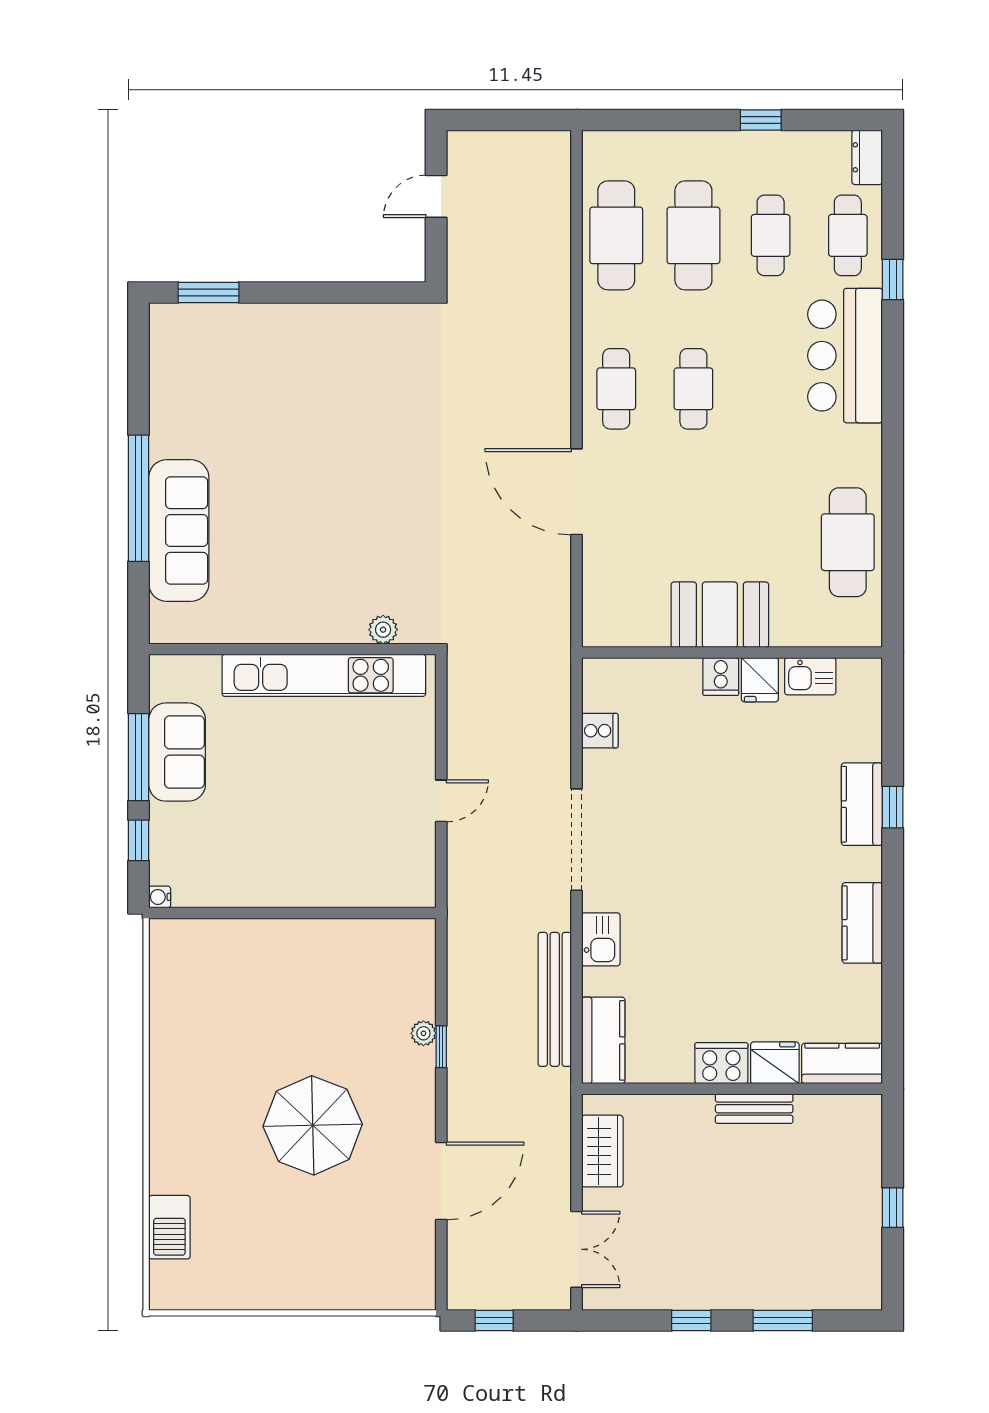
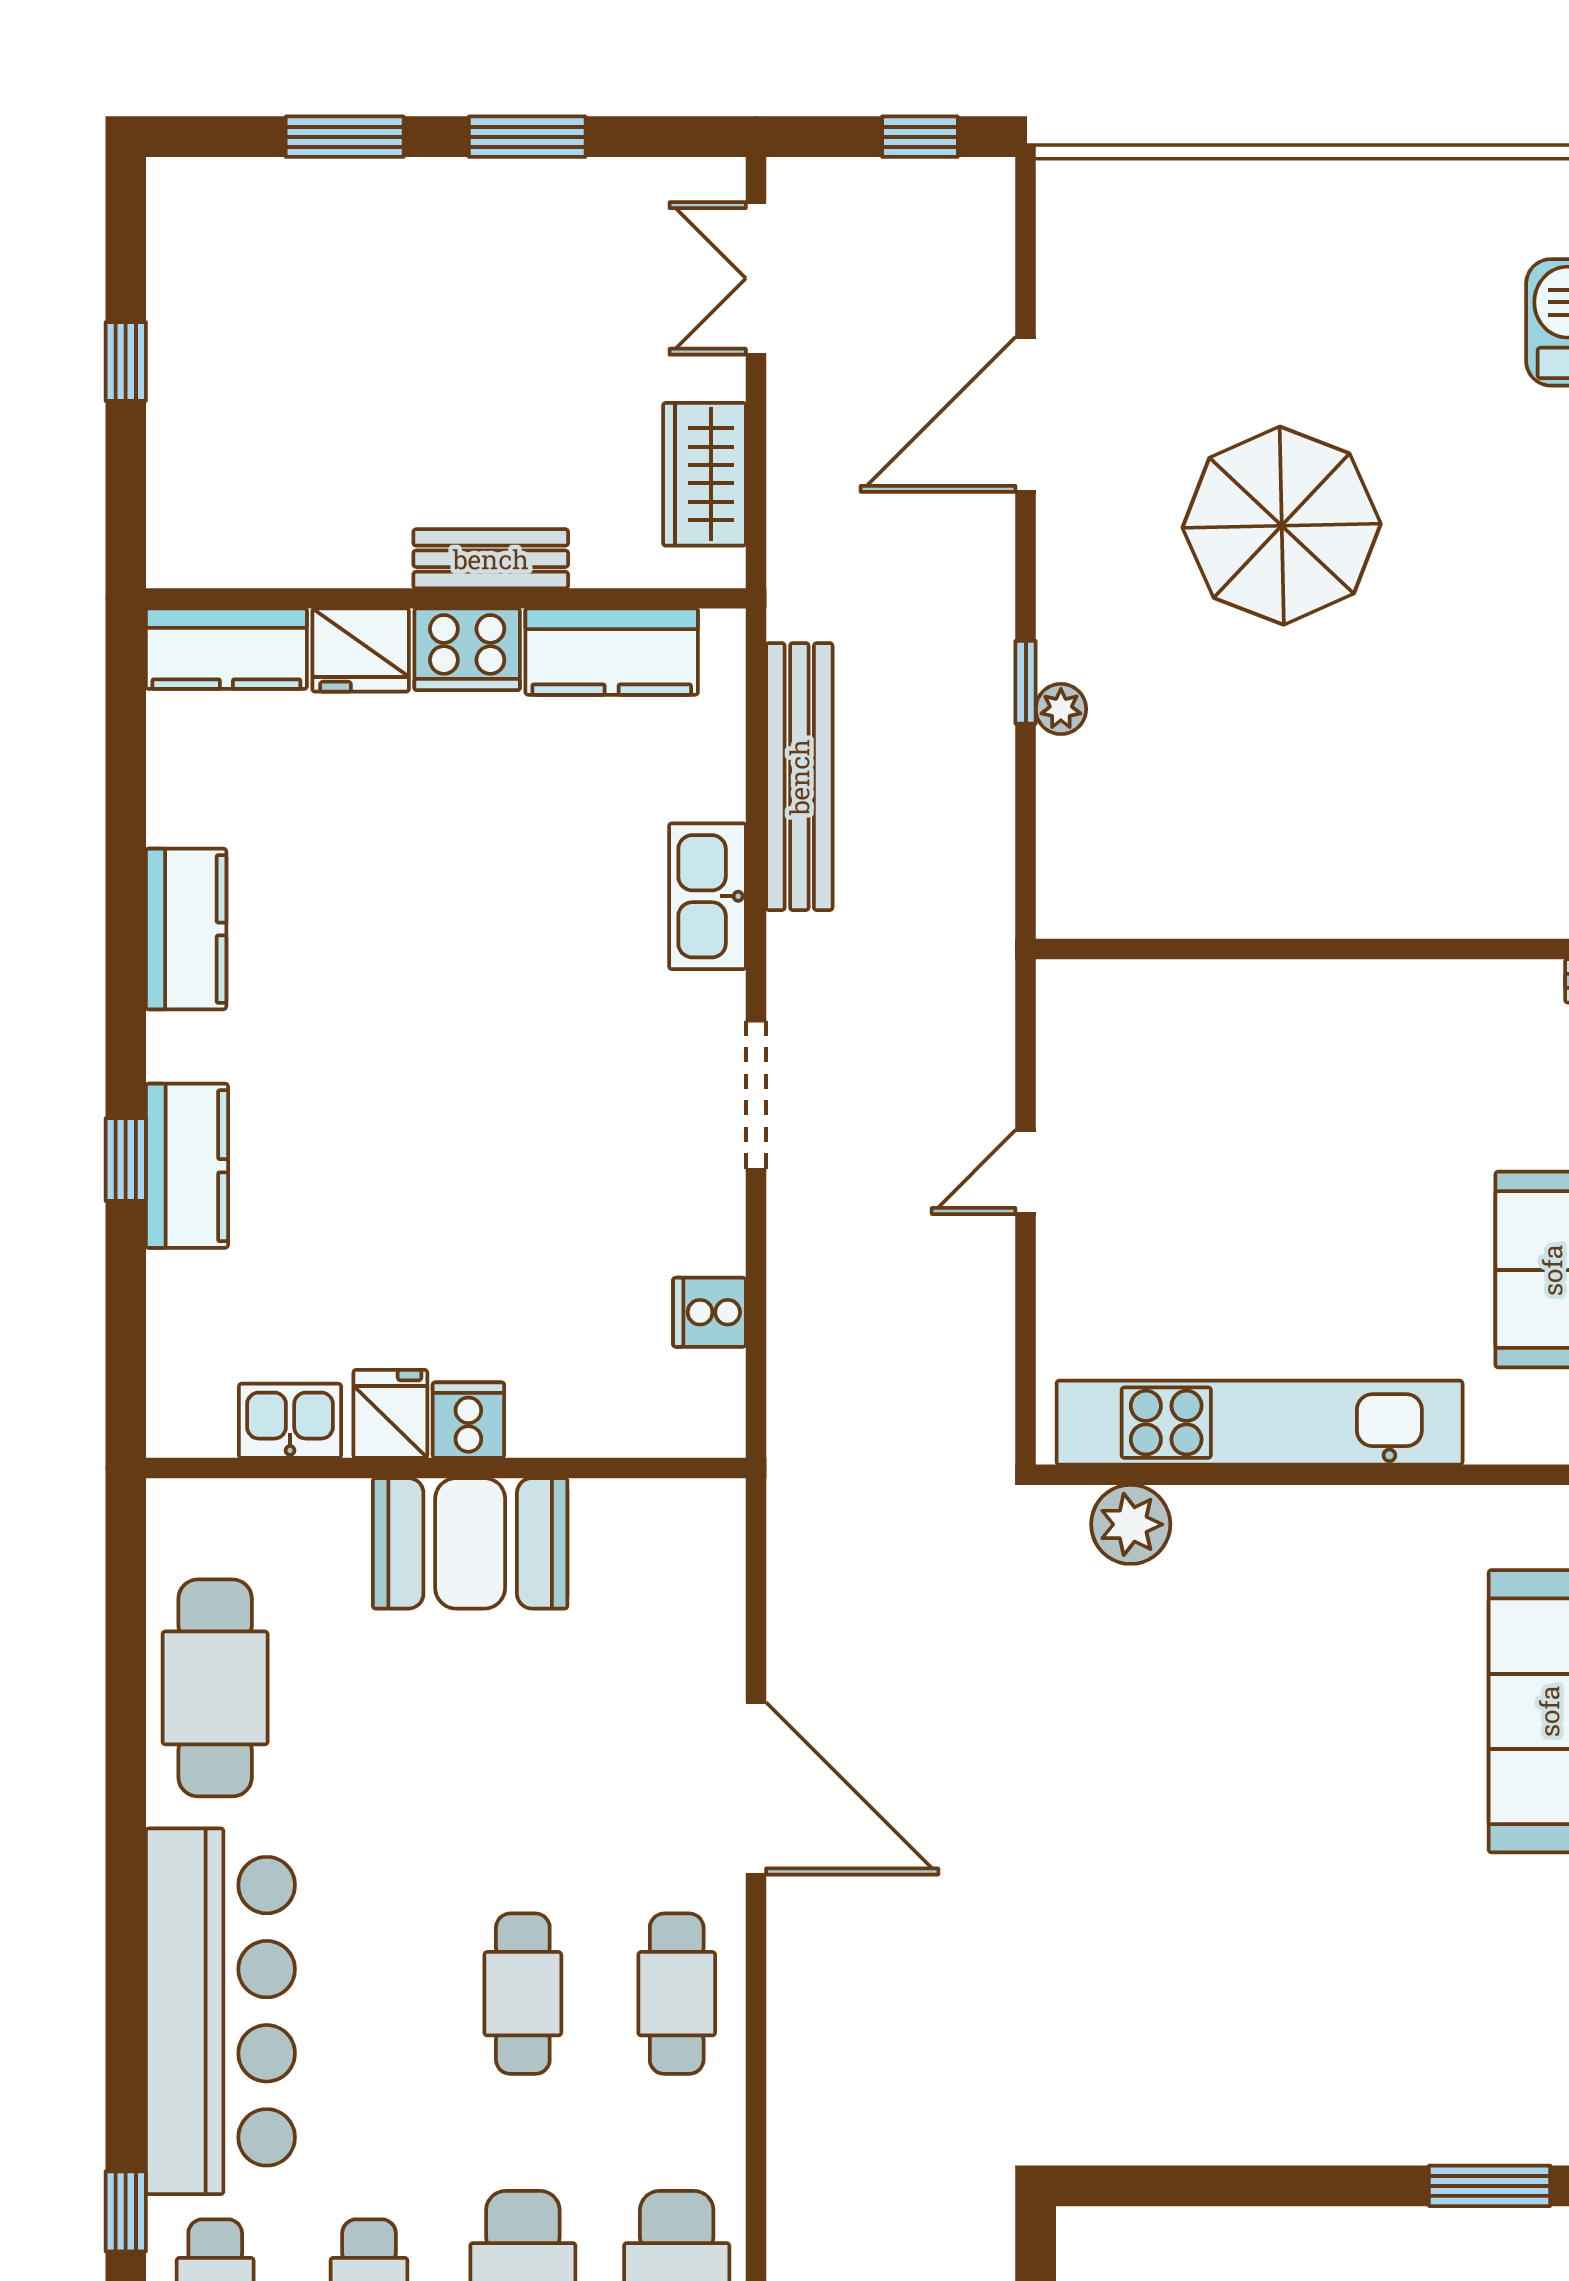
bar counter: (845, 356) -> (220, 2011), width x1.36
plant: (383, 630) -> (1131, 1524), width x1.38, depth x1.38
doorway: (576, 840) -> (756, 1095), width x0.73
kitchen sink: (601, 939) -> (707, 896), width x1.38
kitchen counter: (603, 1040) -> (612, 652), moved, turned -90
bench: (754, 1109) -> (491, 559), moved
window: (691, 1320) -> (527, 137), width x1.50

